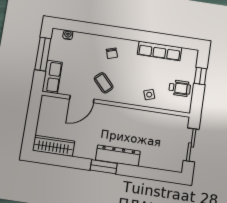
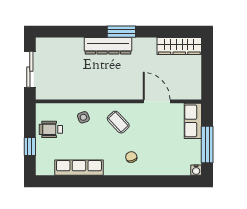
water cooler: (68, 35) -> (196, 170), moved
coffee table: (104, 83) -> (118, 122), moved
door: (82, 99) -> (157, 101), hinge flipped

